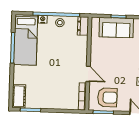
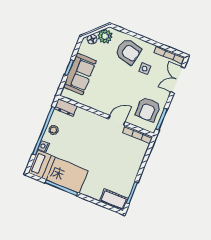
armchair: (107, 97) -> (148, 109), turned 180

